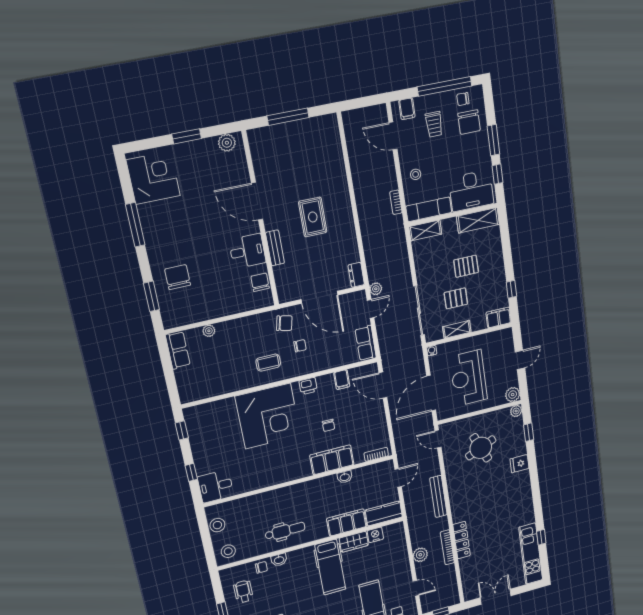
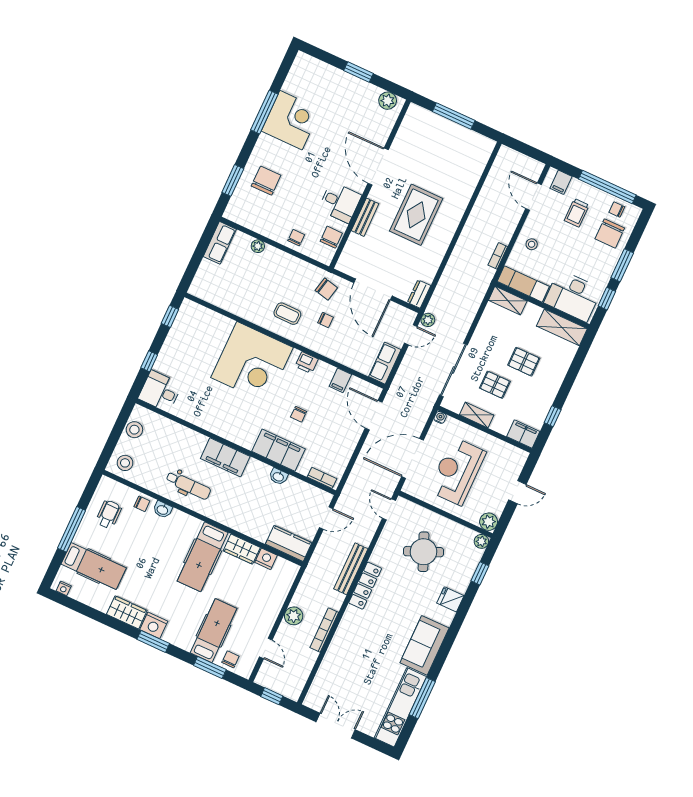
corner desk: (153, 178) -> (291, 120), moved
rug: (313, 217) -> (416, 215), width x1.36, depth x1.43
chair: (233, 303) -> (296, 238), added
sofa: (521, 505) -> (424, 645), added
filing cabinet: (347, 523) -> (225, 457), moved, turned 180
window: (541, 537) -> (422, 698), width x2.17
locker: (462, 540) -> (365, 586), moved

